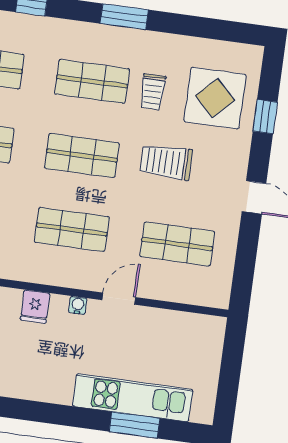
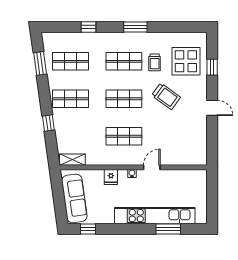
trolley: (166, 162) -> (166, 96), turned -144
shop shelf: (177, 244) -> (177, 136), removed
kitchen unit: (133, 398) -> (155, 216), width x1.36

